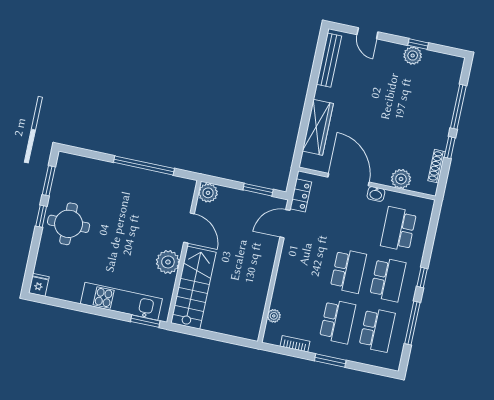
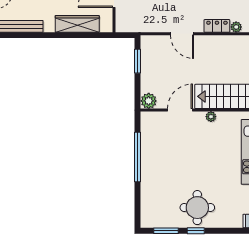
locker: (301, 195) -> (217, 26), moved
door: (285, 224) -> (182, 34), moved
plant: (168, 262) -> (211, 117), width x0.53, depth x0.53

